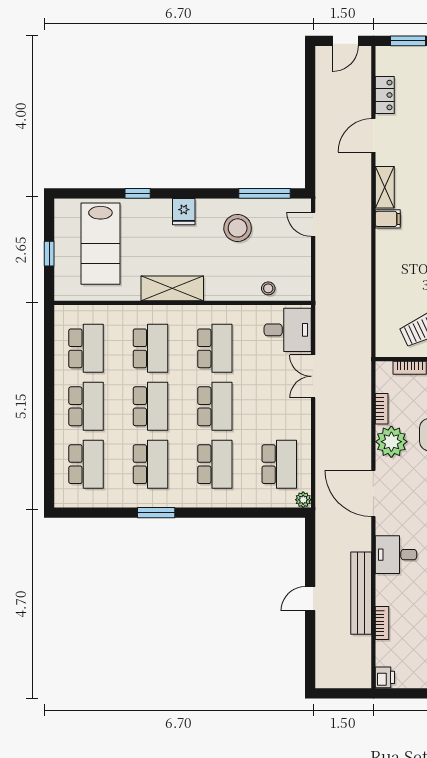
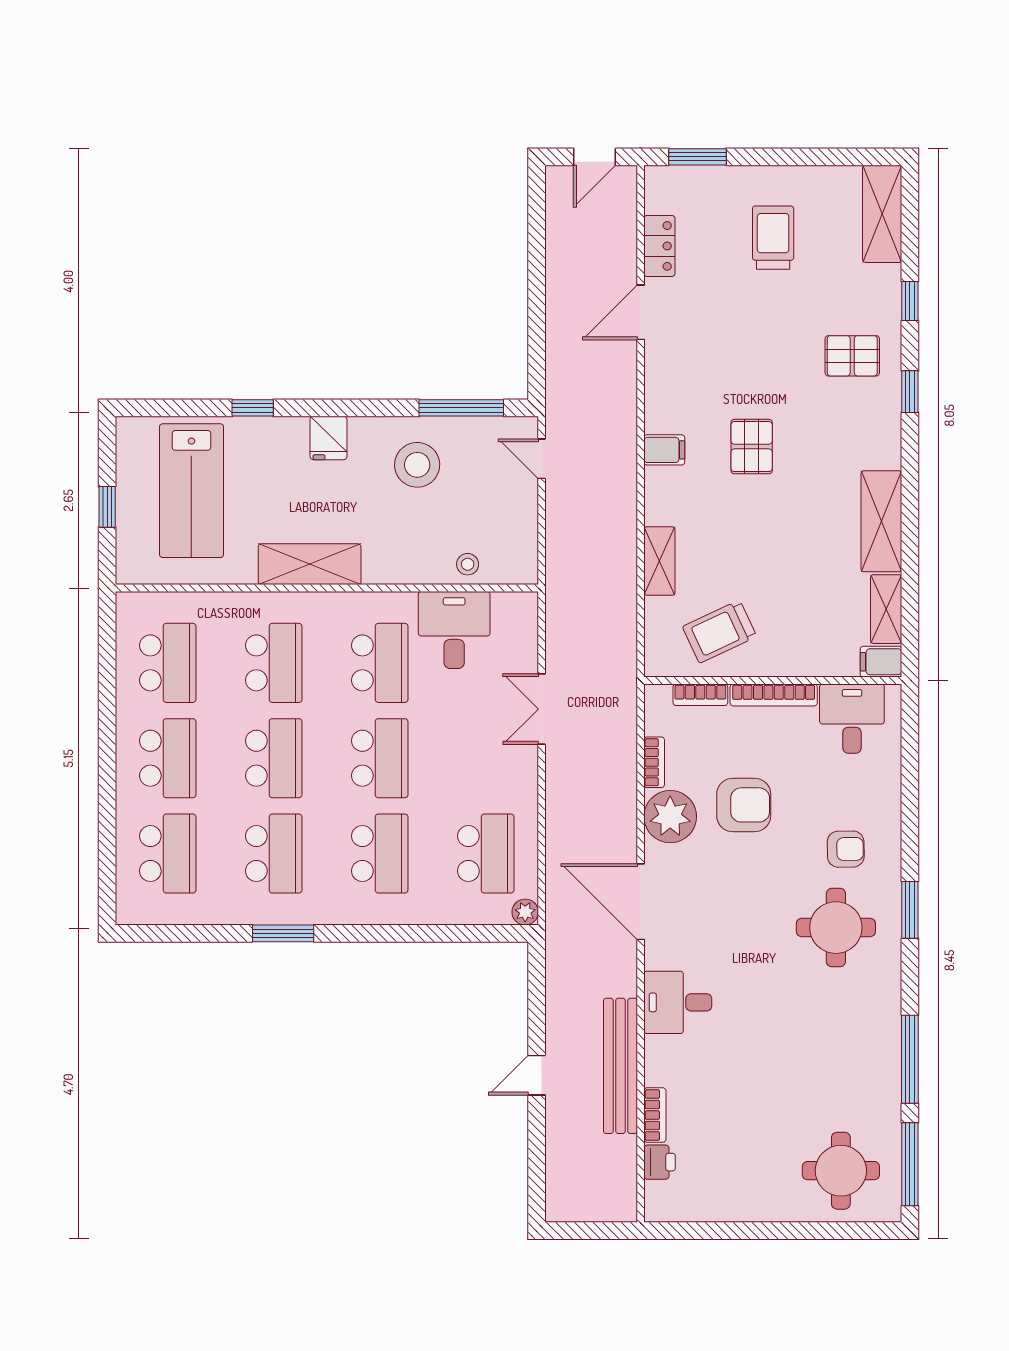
shelving: (385, 187) -> (659, 561), moved
desk: (288, 330) -> (454, 630), moved, turned -90
printer: (385, 677) -> (660, 1162), moved

